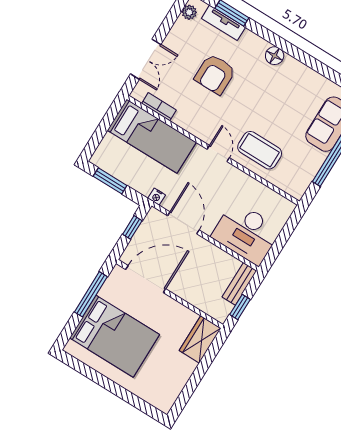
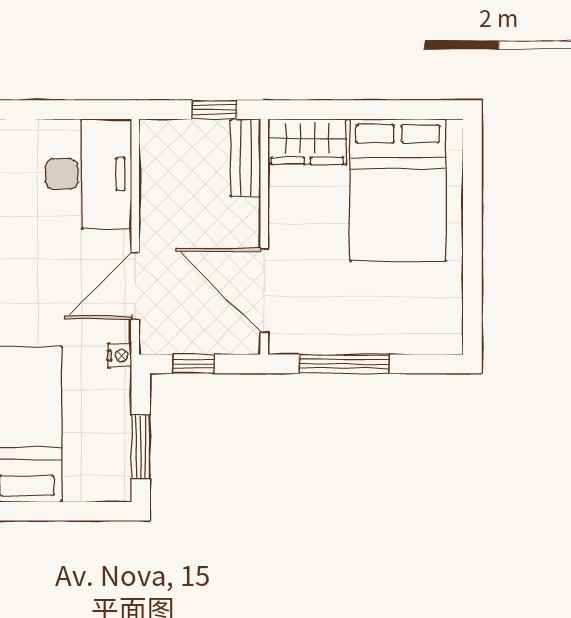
bench: (239, 284) -> (246, 158), moved, turned 90
bed: (115, 336) -> (398, 190), moved, turned 180

